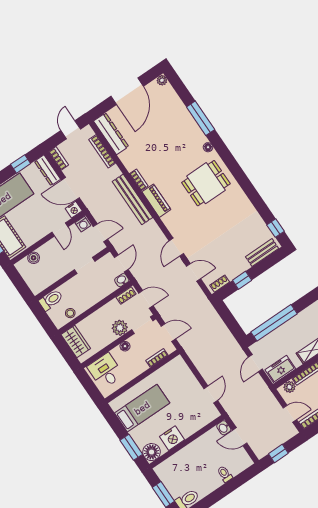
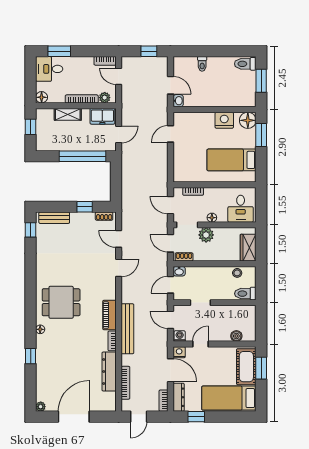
window: (201, 118) -> (31, 356), width x0.46
dresser: (111, 134) -> (109, 372), moved

